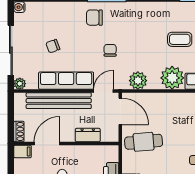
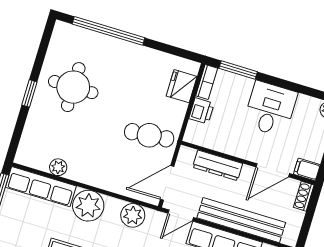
door: (120, 111) -> (167, 183), hinge flipped
dresser: (88, 135) -> (218, 165), width x1.44

